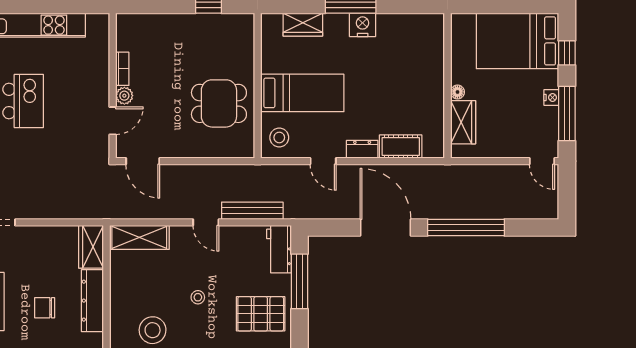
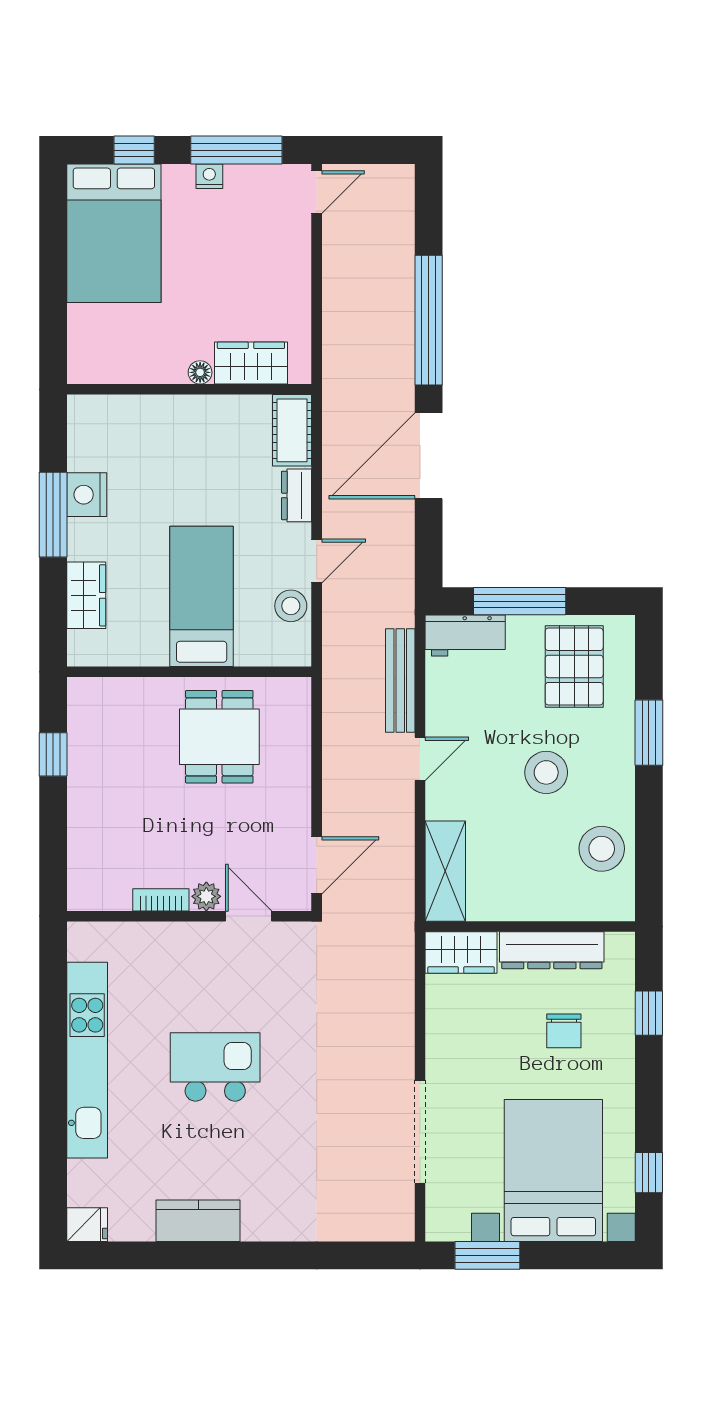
wall: (447, 86) -> (189, 389), moved
floor lamp: (457, 92) -> (200, 372), moved
wardrobe: (463, 122) -> (251, 363), moved
stool: (279, 137) -> (291, 606), moved
stool: (198, 297) -> (546, 772), width x1.89, depth x1.89

